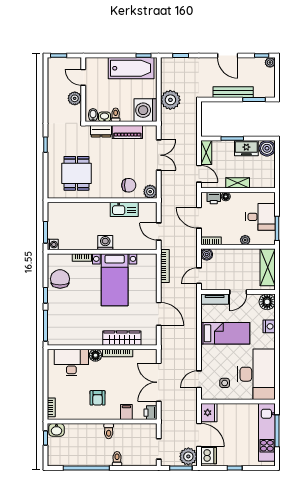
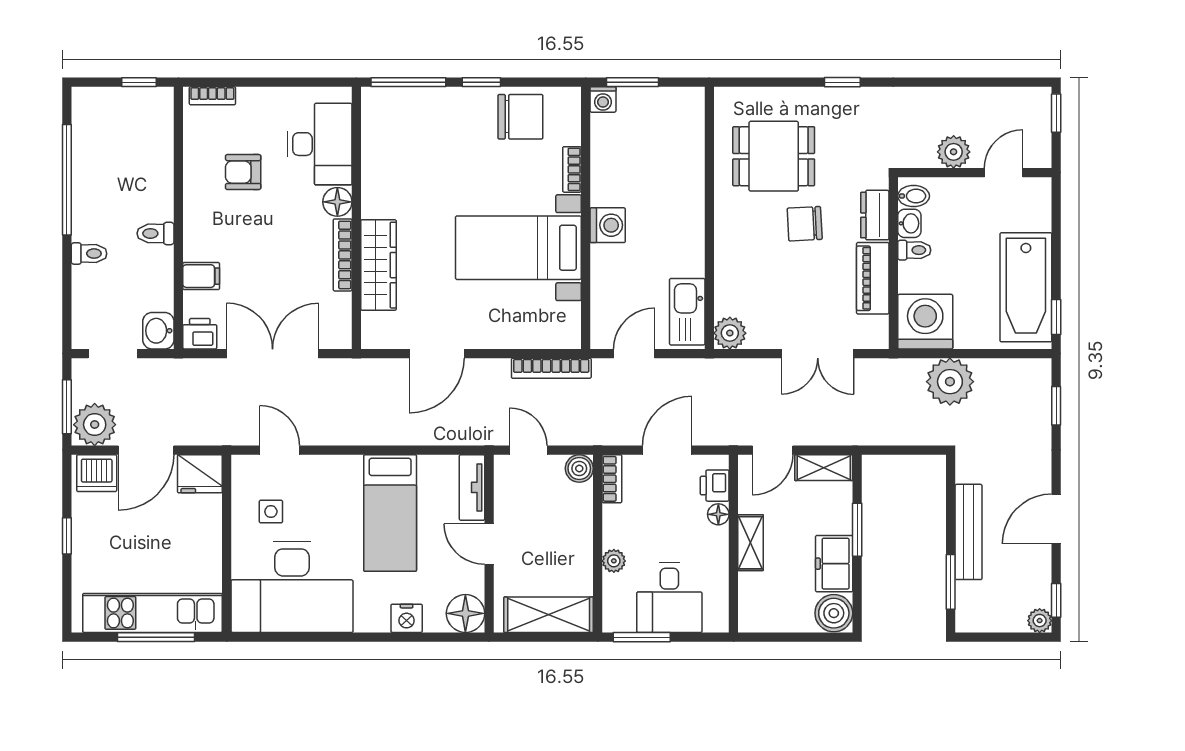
chair: (129, 185) -> (805, 224), moved, turned 87
kitchen sink: (124, 209) -> (687, 312), moved
armchair: (98, 398) -> (243, 172), moved
washbasin: (56, 430) -> (158, 331), moved

